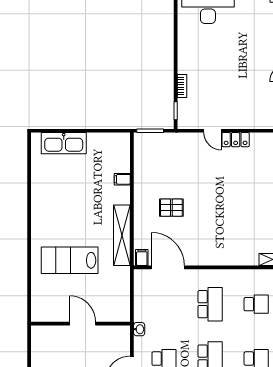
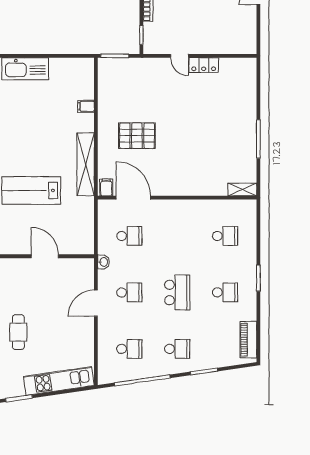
pallet: (171, 208) -> (137, 136), width x1.50, depth x1.42
school desk: (210, 304) -> (129, 236), moved, width x0.54

